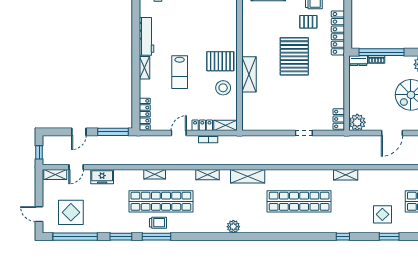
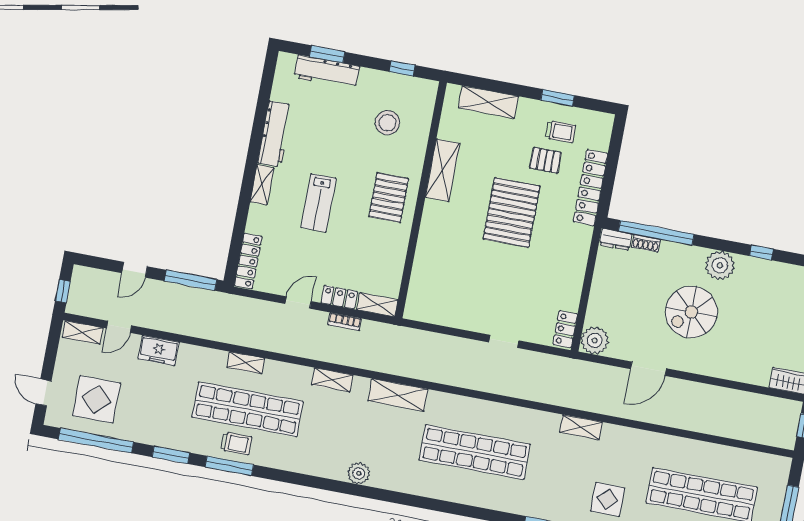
pallet: (220, 61) -> (389, 198), turned 90
shelving: (249, 74) -> (442, 170), moved
stool: (223, 88) -> (387, 123), moved
shelving: (346, 175) -> (581, 427), moved

